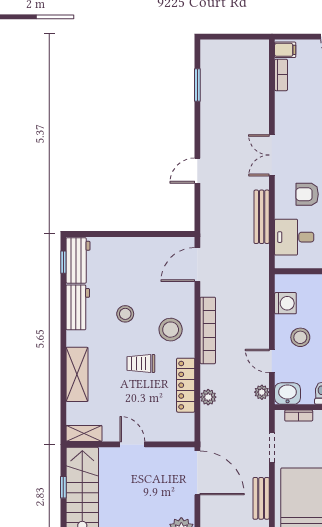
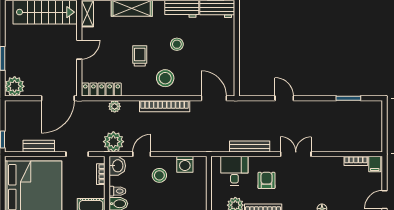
locker: (186, 385) -> (102, 90), moved
plant: (262, 392) -> (113, 142), width x1.88, depth x1.88

